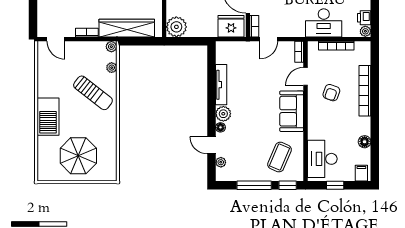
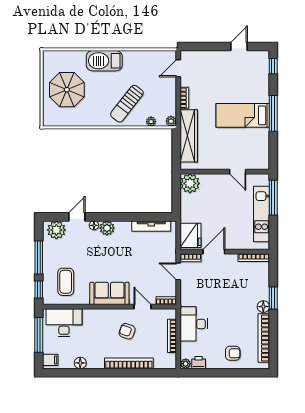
tv unit: (221, 85) -> (151, 226), moved
coffee table: (280, 157) -> (66, 282), turned 67
plant: (221, 162) -> (56, 230), width x1.88, depth x1.88
window: (335, 185) -> (39, 335), width x2.17

